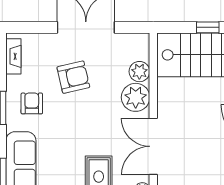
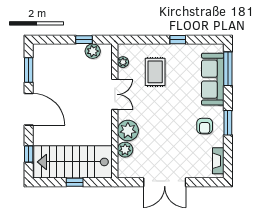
armchair: (73, 77) -> (174, 145), removed
double door: (153, 146) -> (115, 94), width x0.73

